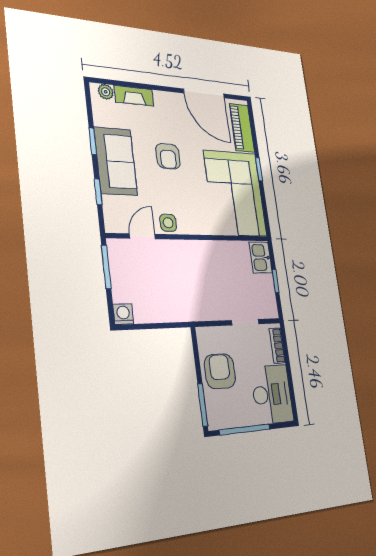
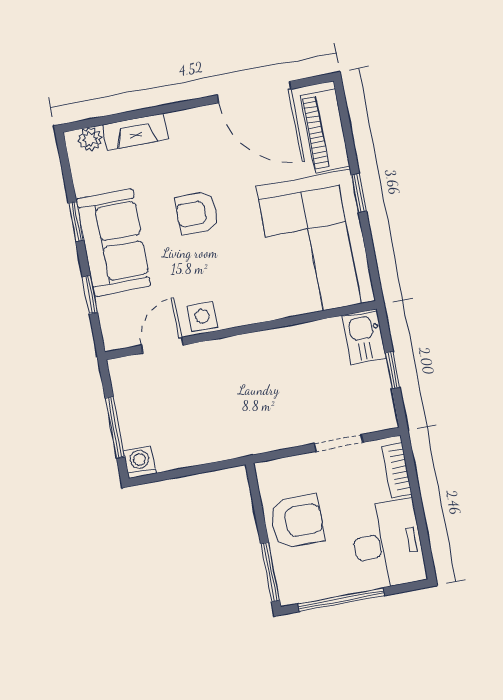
armchair: (168, 156) -> (197, 213), turned 90
window: (106, 267) -> (115, 427), moved
armchair: (220, 371) -> (297, 521), turned 90

